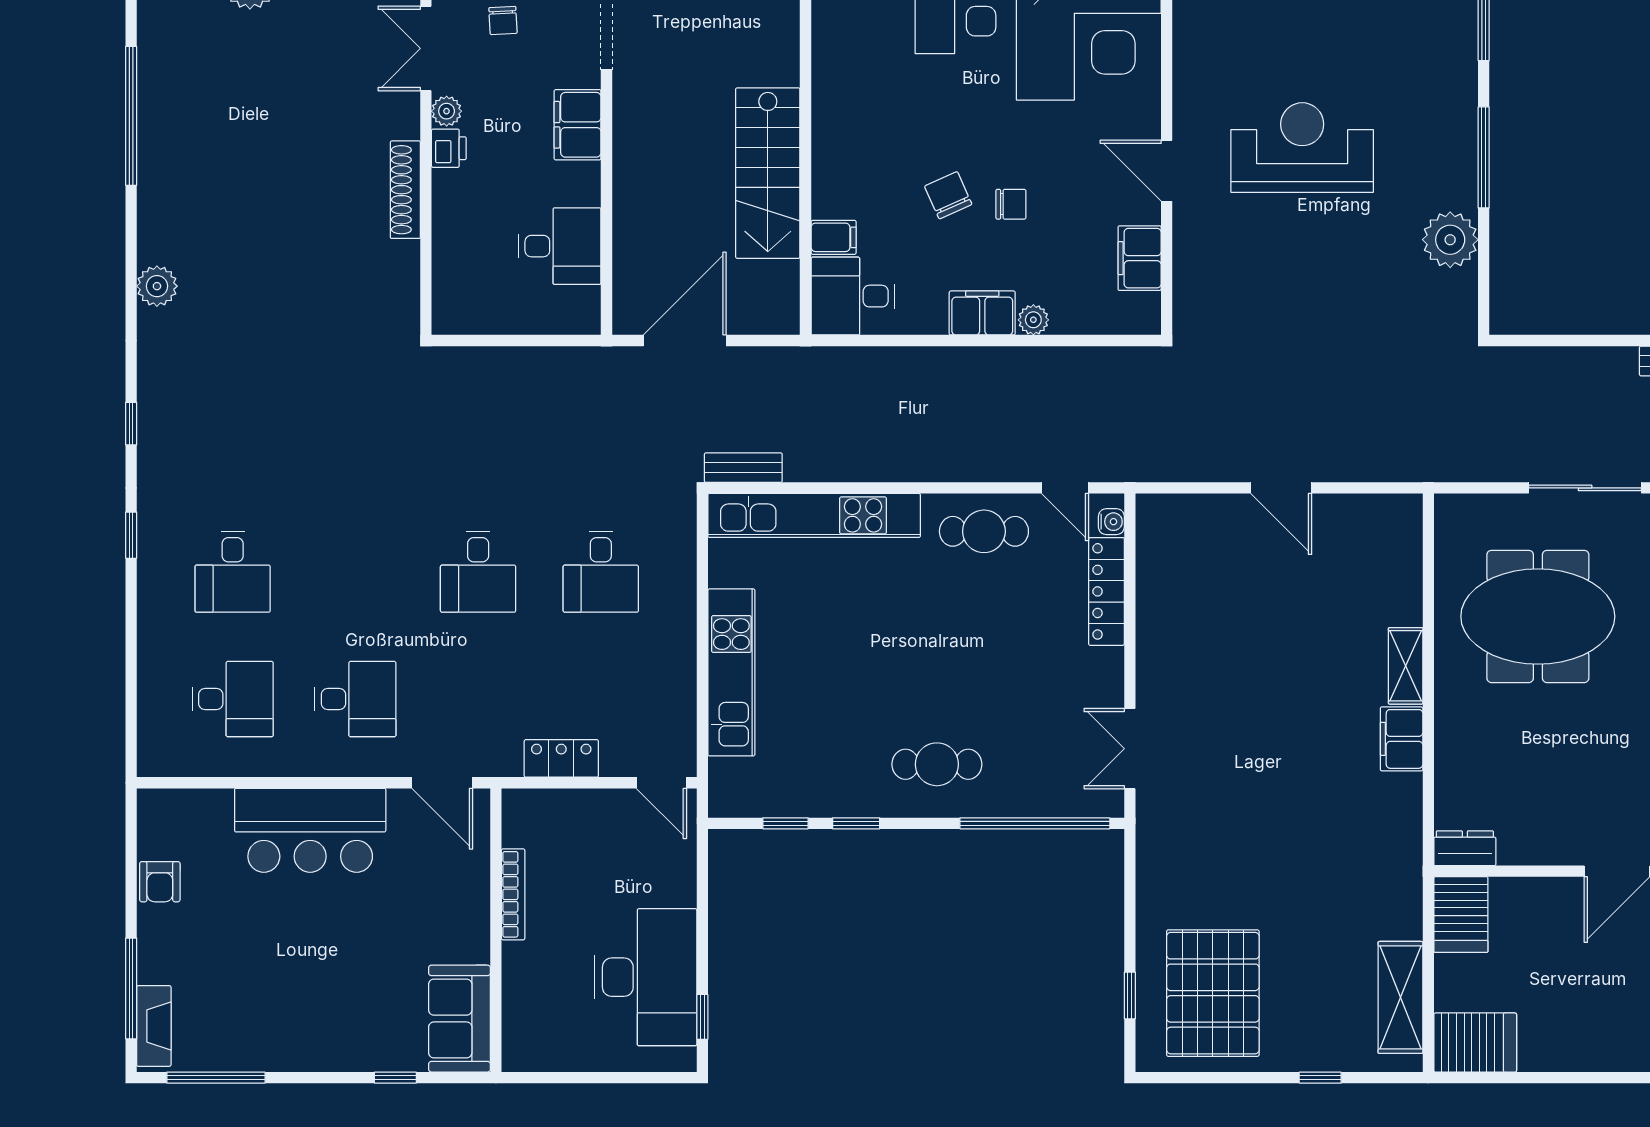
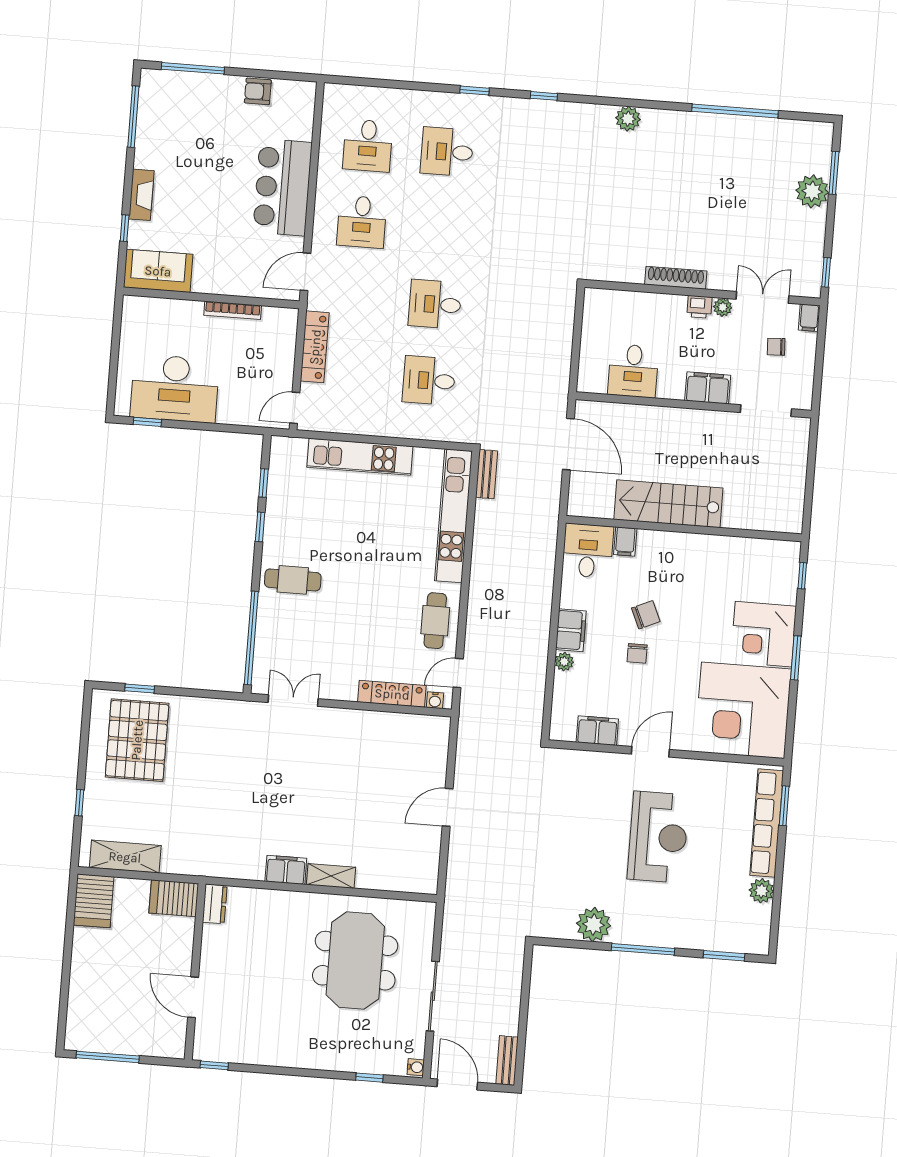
locker: (561, 758) -> (315, 347), width x1.53
cafe table: (937, 764) -> (293, 580), turned 90
pallet: (1213, 993) -> (137, 740), turned 90
fireplace: (154, 1026) -> (141, 195), moved, turned -90

